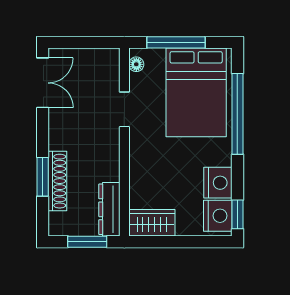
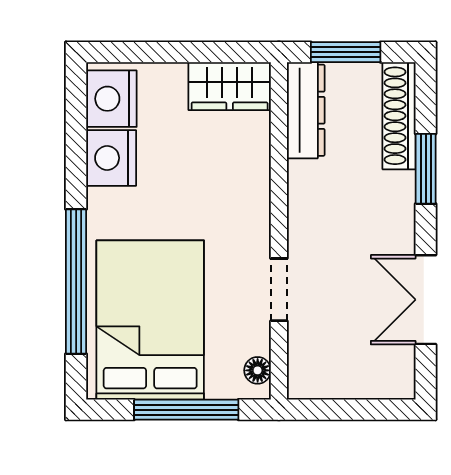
double door: (43, 83) -> (426, 300), moved
shoe rack: (57, 181) -> (399, 116), moved
window: (237, 214) -> (76, 101), removed

